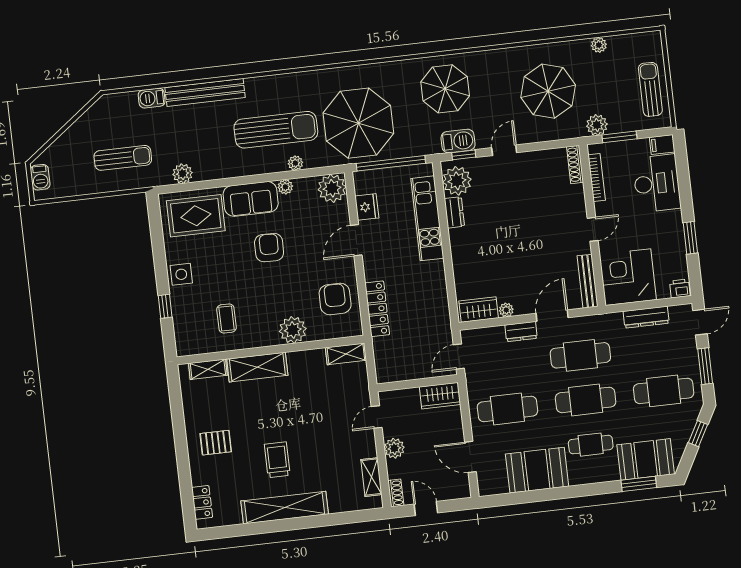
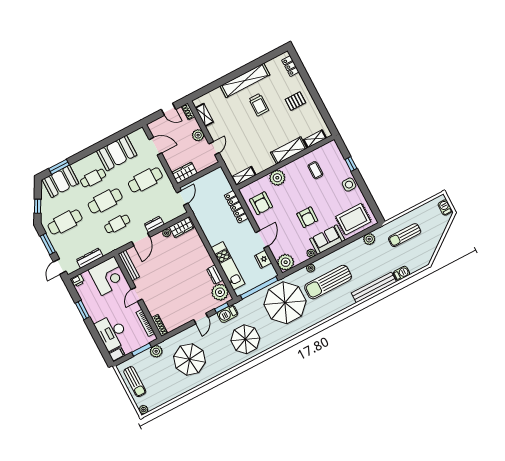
plant: (599, 45) -> (143, 410), moved
cafe table: (580, 355) -> (117, 224), width x0.73, depth x0.74

